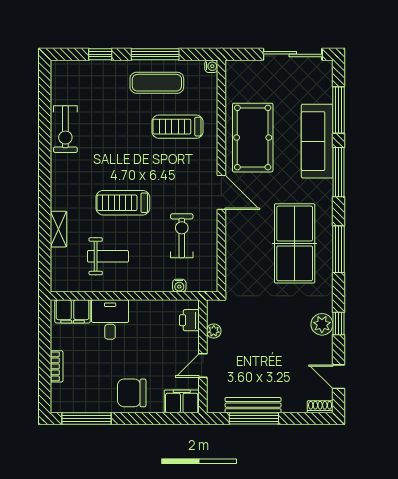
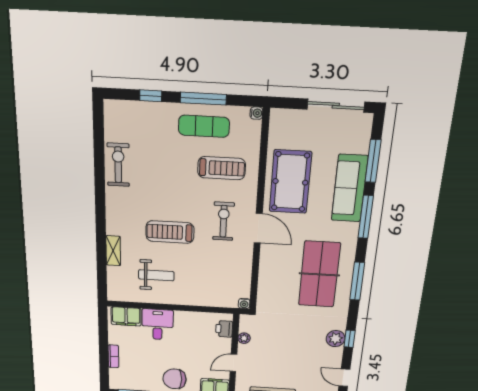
treadmill: (178, 127) -> (222, 168), turned 180
exercise bike: (65, 129) -> (118, 165), turned 180
exercise bike: (182, 236) -> (223, 221), moved
water cooler: (179, 286) -> (244, 304), moved

